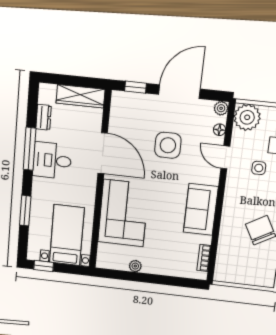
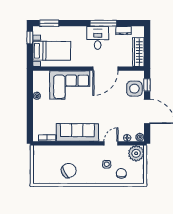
side table: (168, 145) -> (134, 89), moved
sofa: (201, 210) -> (77, 132), width x1.36
window: (25, 211) -> (49, 23), moved

